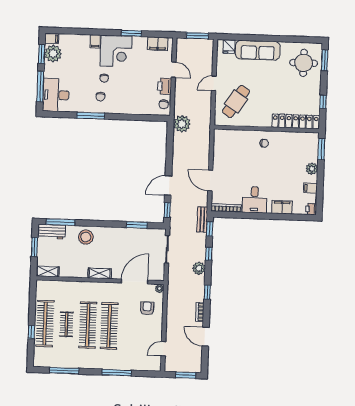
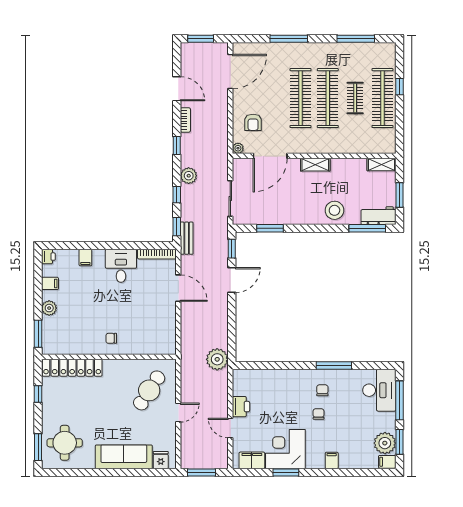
corner desk: (116, 51) -> (285, 449), moved
chair: (164, 104) -> (241, 383), removed
filing cabinet: (282, 207) -> (85, 258), width x0.50
door: (163, 349) -> (230, 72), width x1.88

